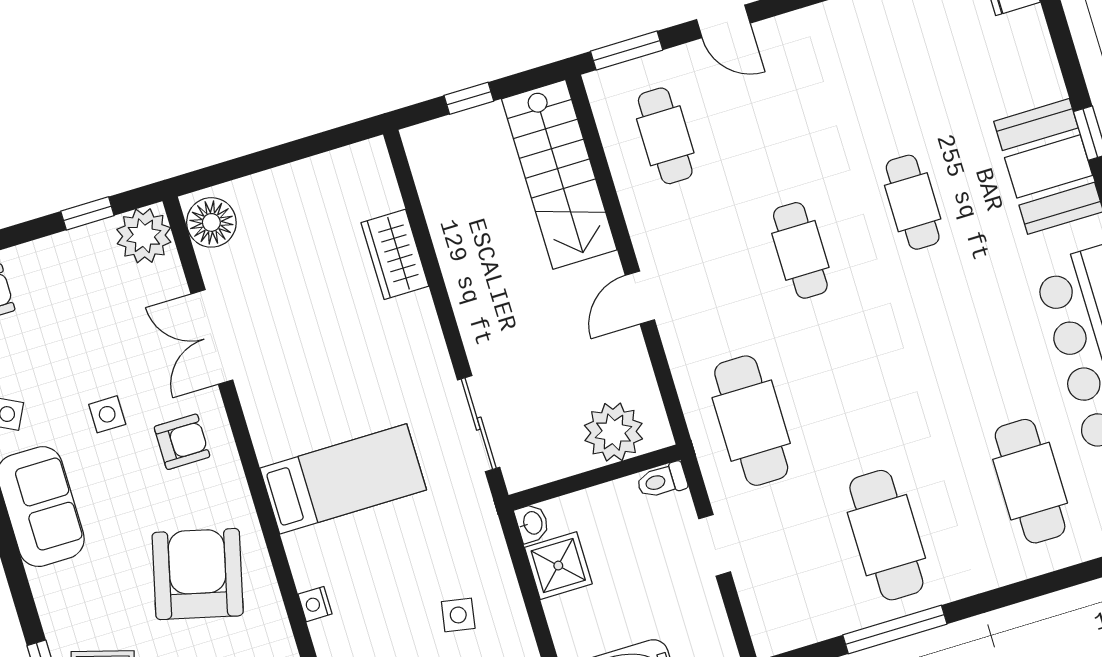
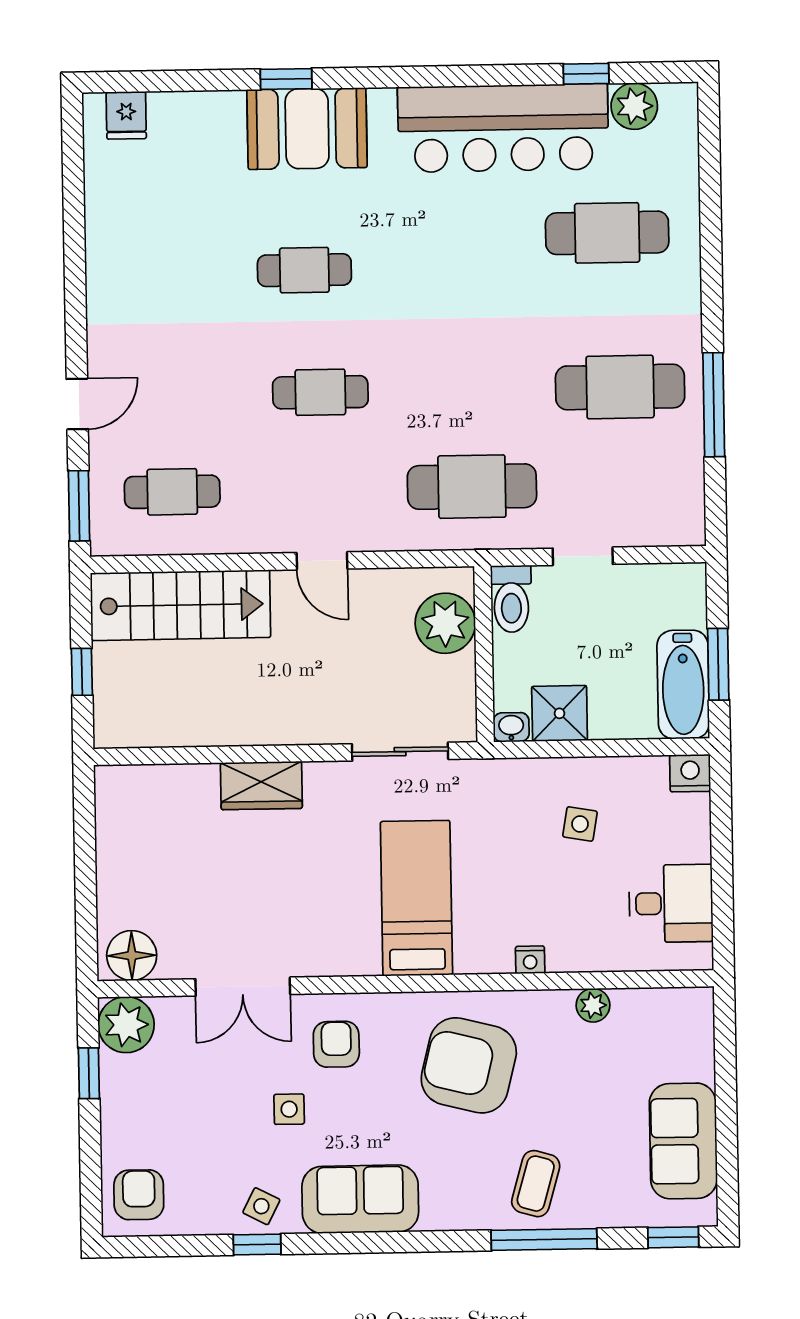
wardrobe: (395, 254) -> (261, 786), moved
toilet: (662, 481) -> (511, 599), width x1.37, depth x1.39

